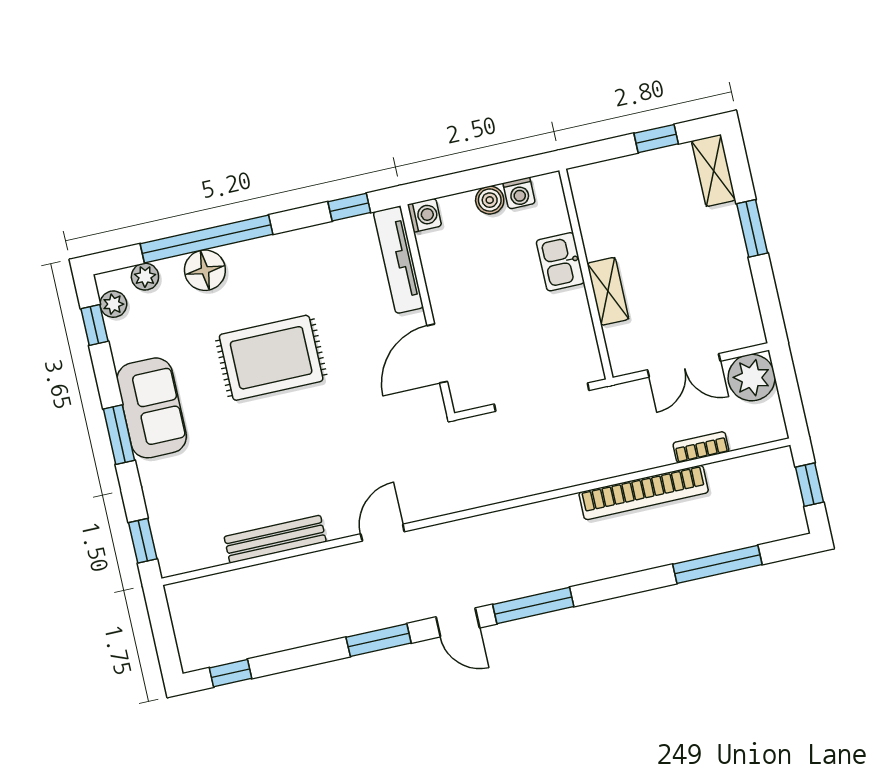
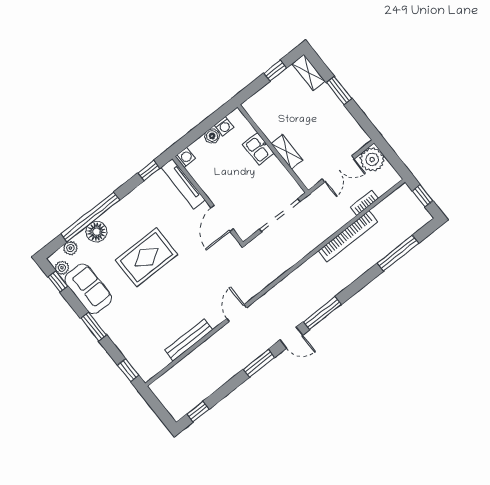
sofa: (152, 408) -> (88, 289), moved

